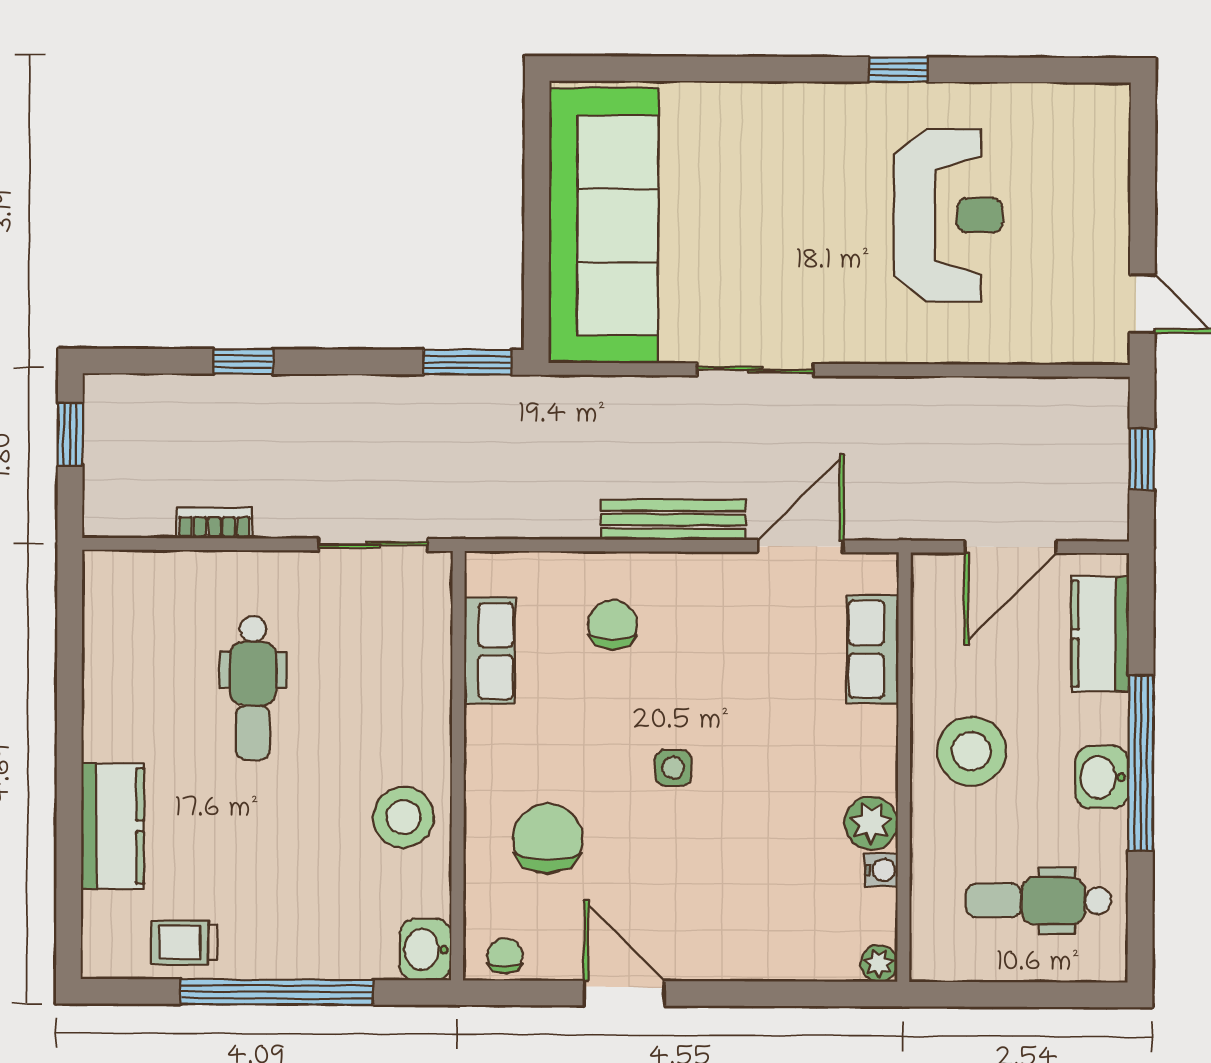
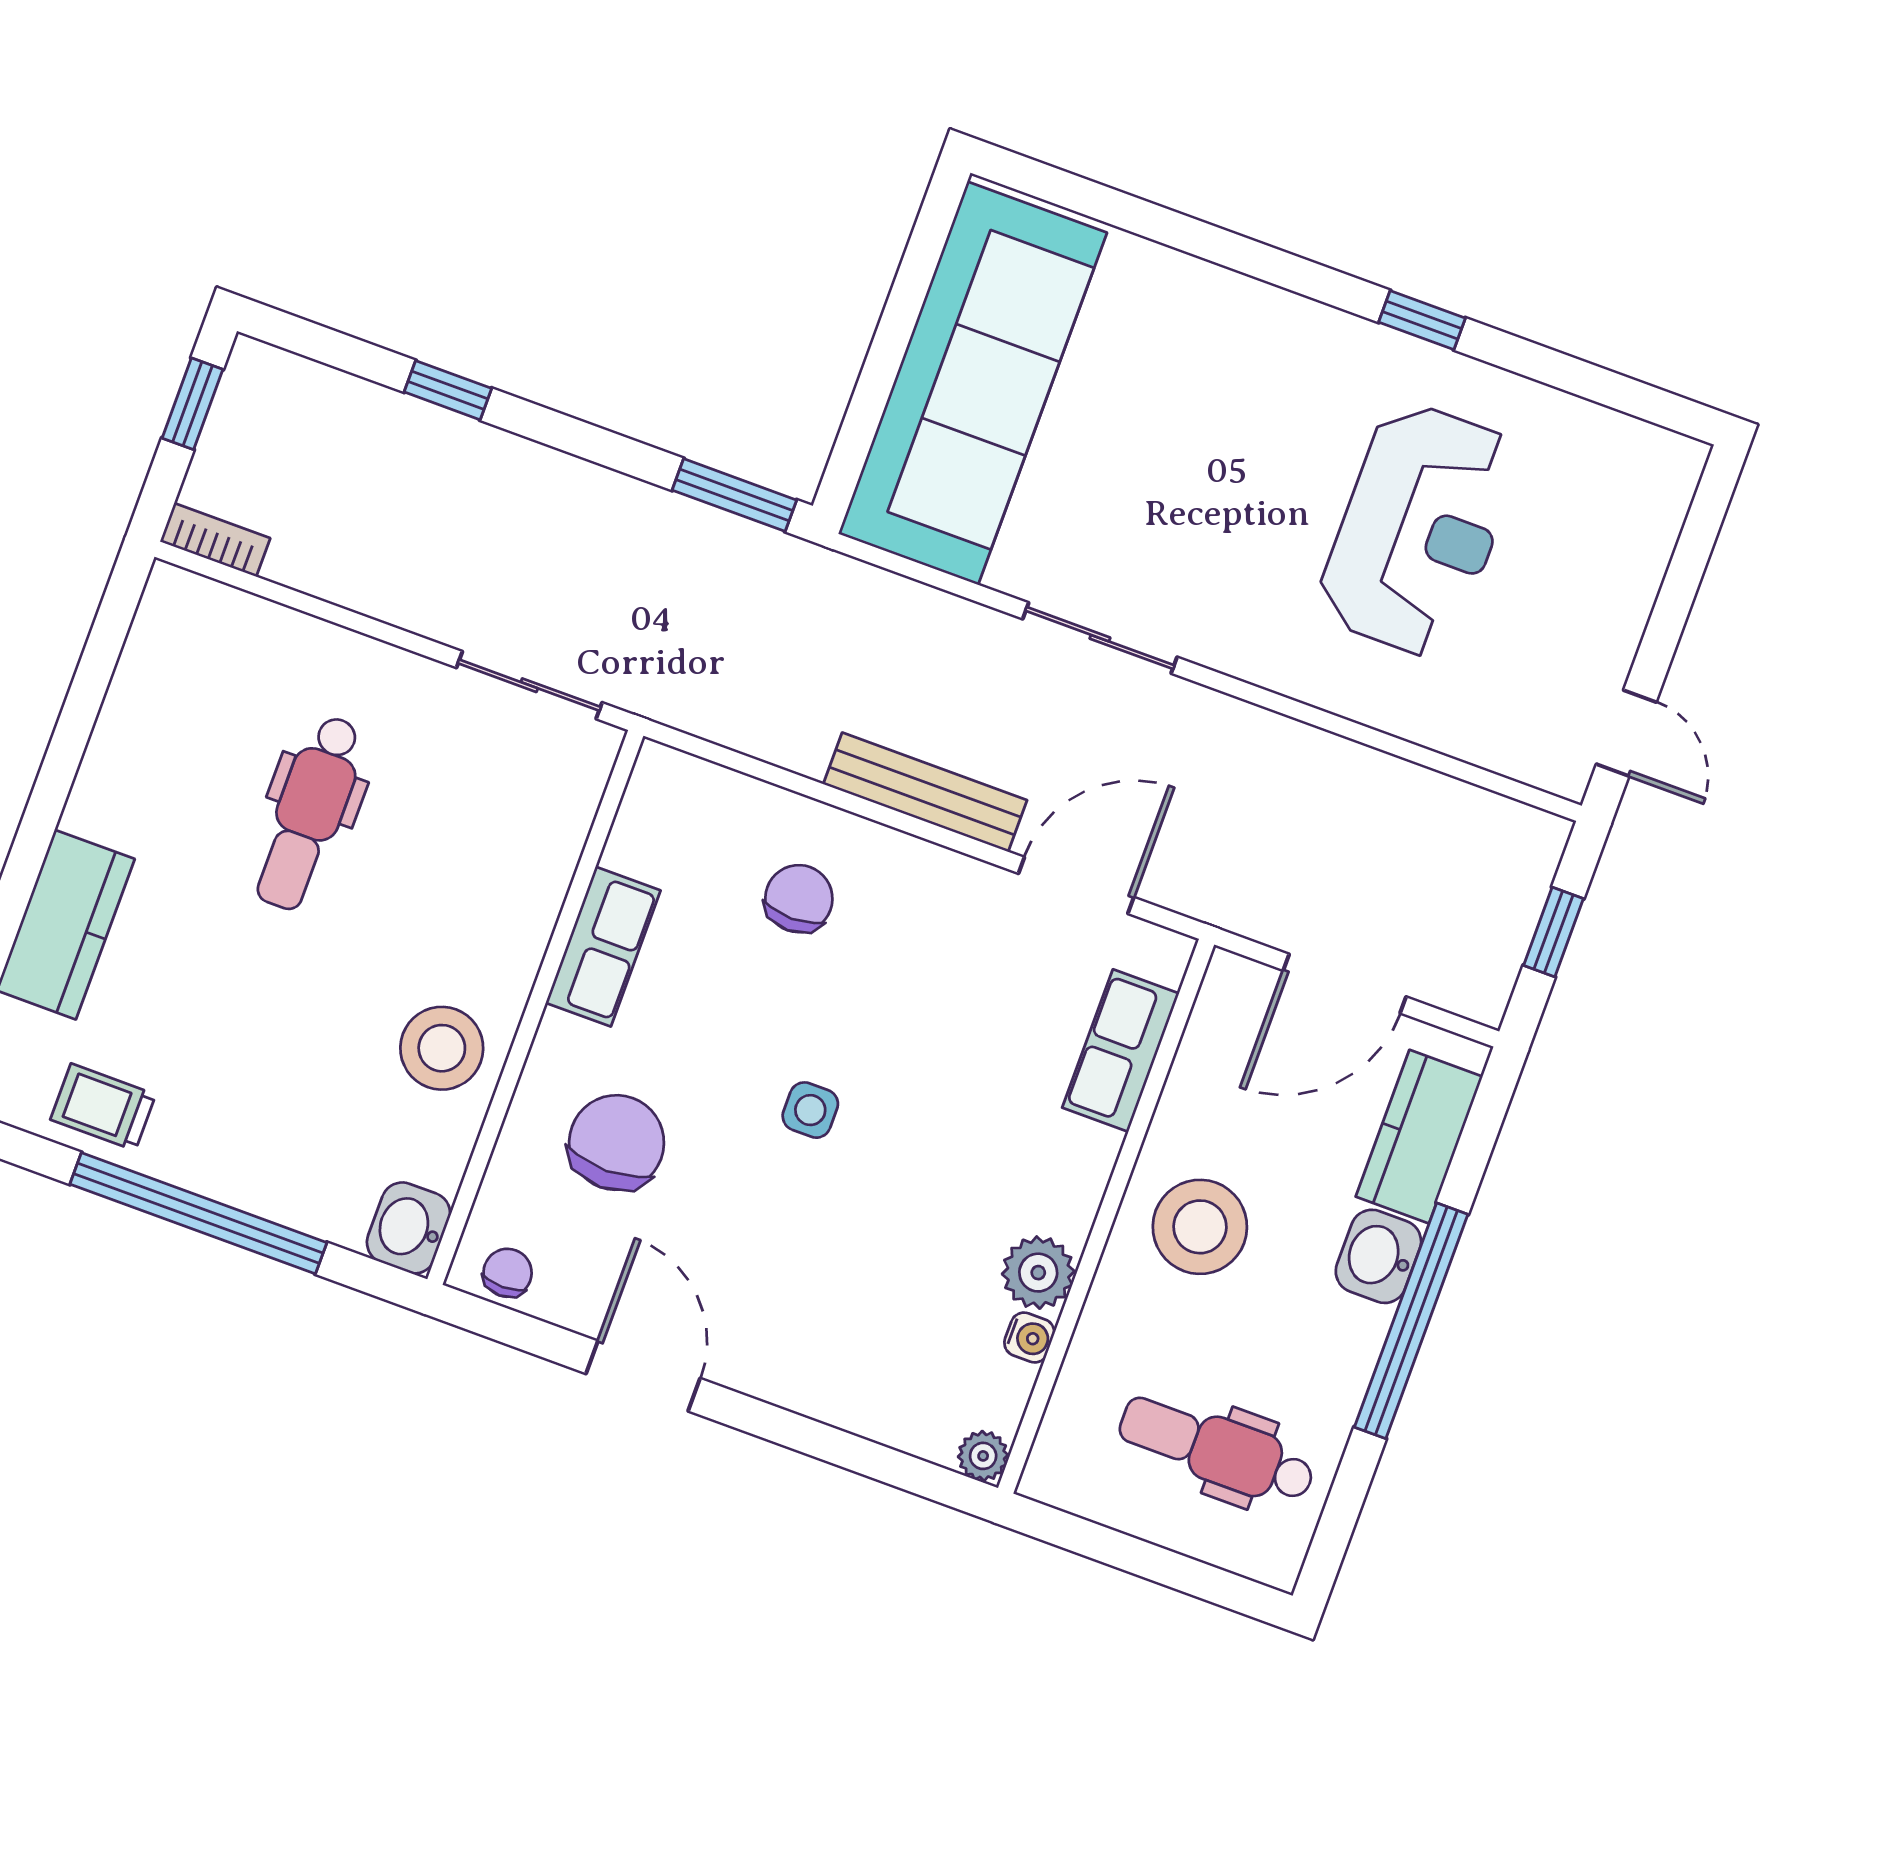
bookcase: (214, 523) -> (215, 540), moved
row of seats: (490, 651) -> (603, 947), moved
washbasin: (1102, 777) -> (1378, 1256), moved

